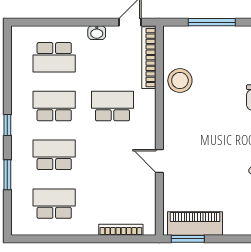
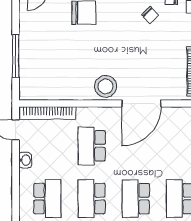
stool: (180, 81) -> (106, 86), moved
door: (159, 161) -> (141, 103), width x1.88

